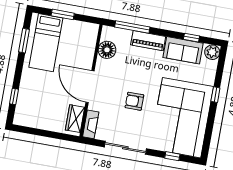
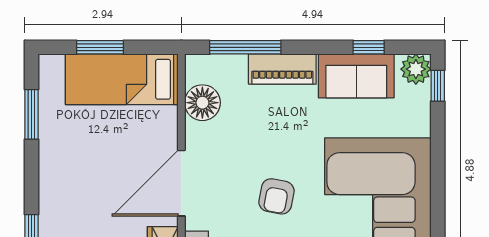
bed: (46, 43) -> (122, 79), moved, turned 90
door: (90, 87) -> (181, 183), hinge flipped
window: (215, 95) -> (438, 86), moved
armchair: (134, 101) -> (276, 196), turned -79

